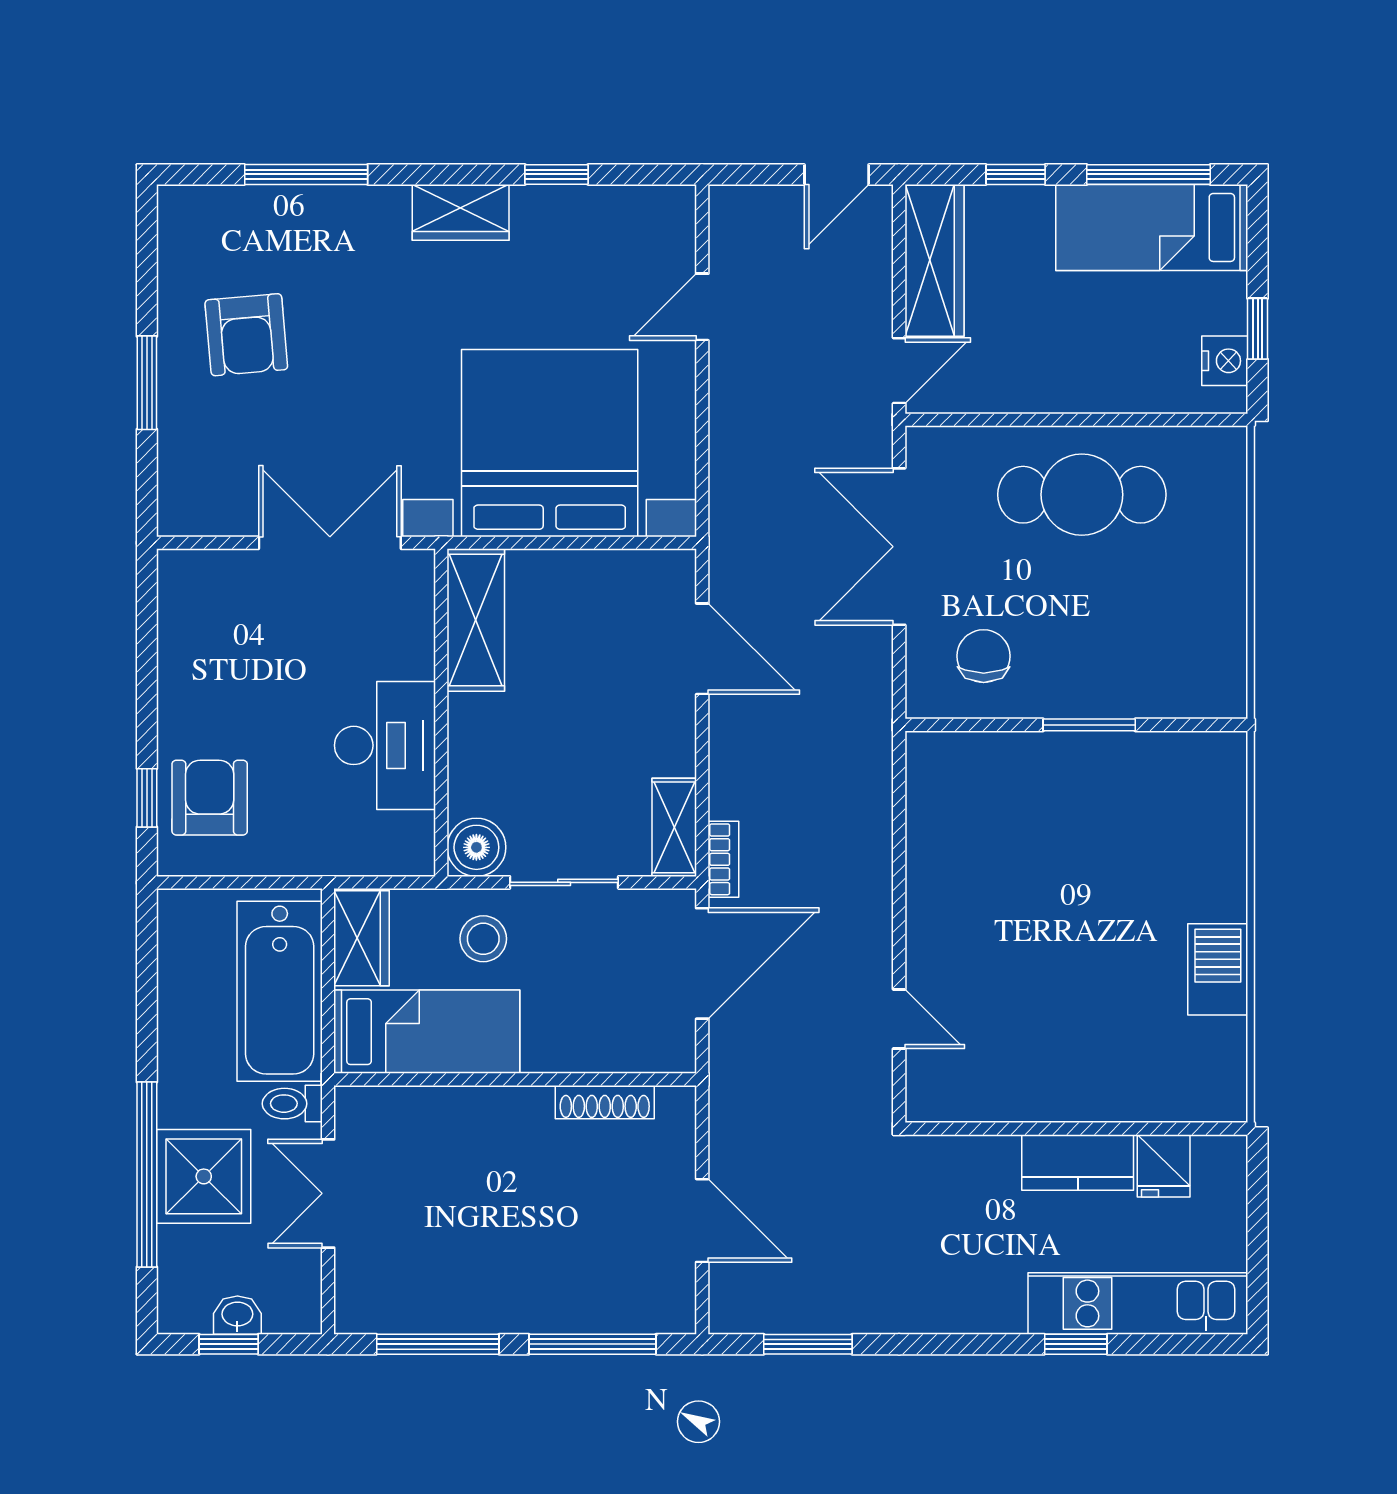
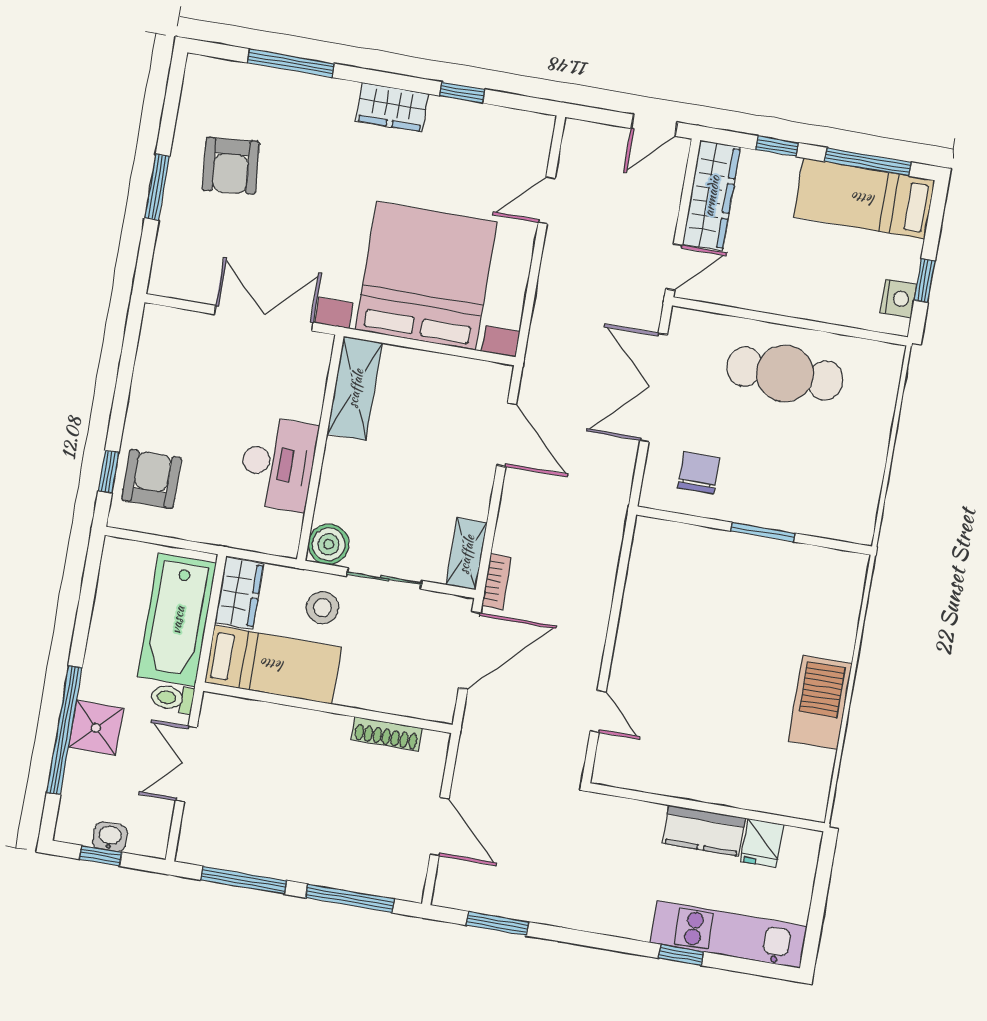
barbecue: (1218, 969) -> (820, 702), width x1.37, depth x1.21
shower: (204, 1176) -> (96, 728), width x0.73, depth x0.73

